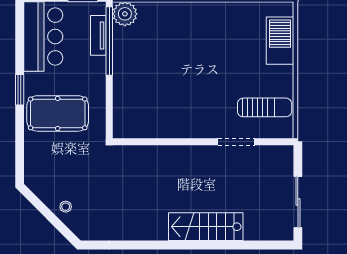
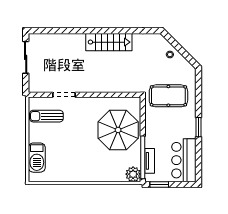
parasol: (149, 85) -> (118, 130), added
pool table: (58, 113) -> (168, 96), moved
stairs: (206, 227) -> (109, 42), moved

